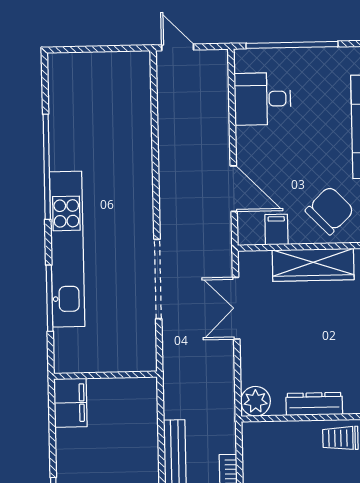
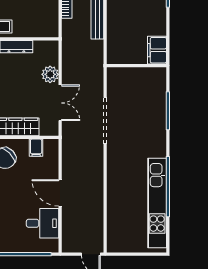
door: (234, 189) -> (60, 193), moved
kitchen unit: (67, 249) -> (157, 203), moved
plant: (256, 401) -> (50, 74), moved

